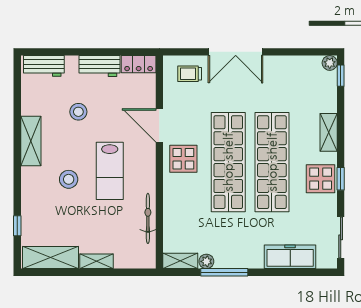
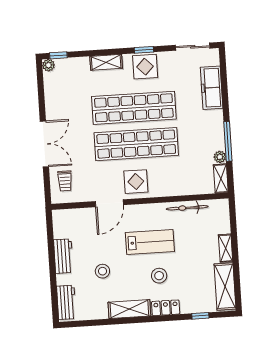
locker: (139, 64) -> (166, 308), moved, turned -90

